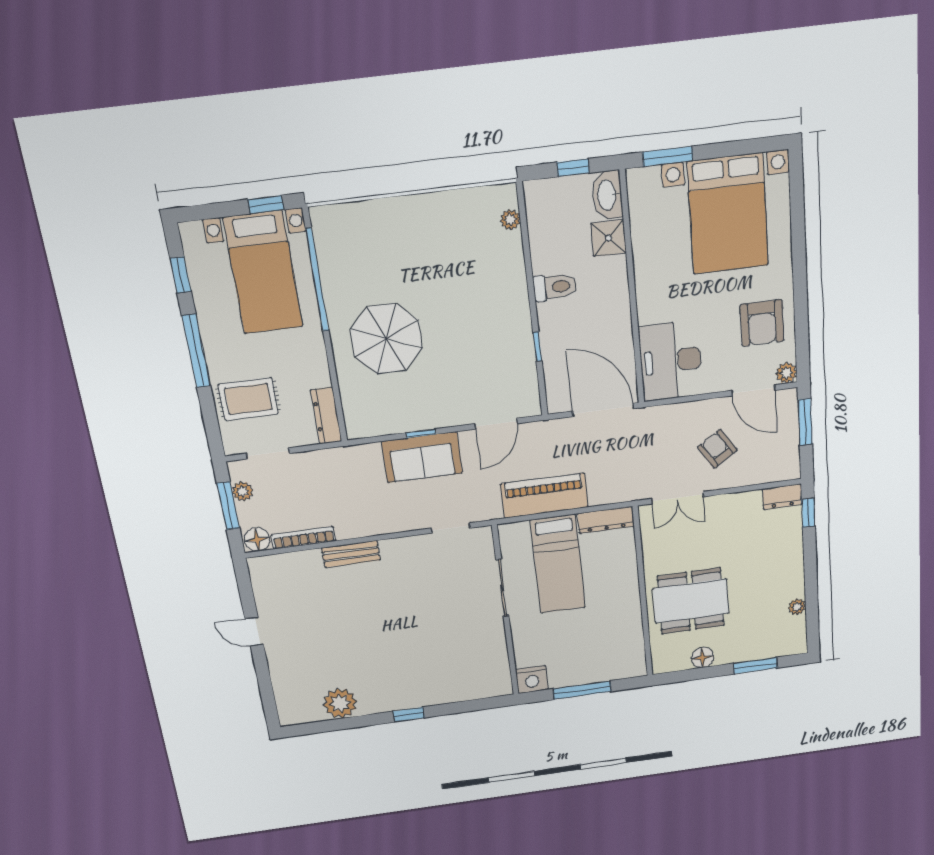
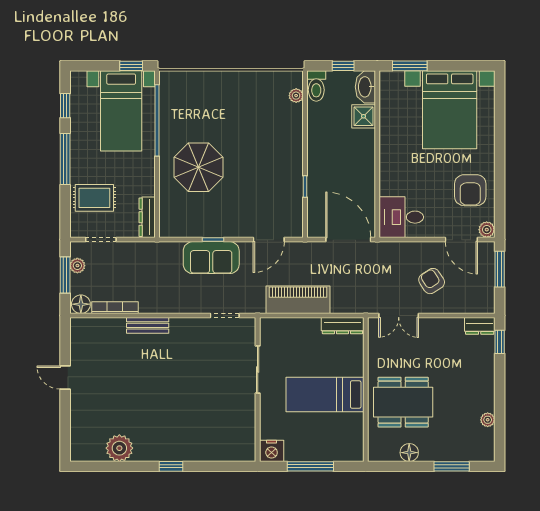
toilet: (555, 287) -> (316, 86), moved, turned 90
desk: (671, 361) -> (401, 217), width x0.73
bed: (558, 564) -> (325, 395), moved, turned 90

